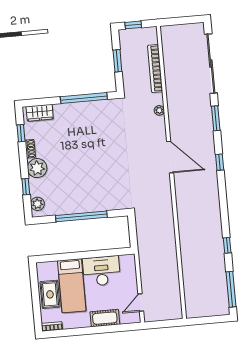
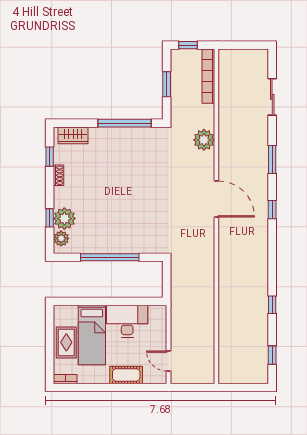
sliding door: (211, 64) -> (272, 97), width x0.54
bookcase: (155, 69) -> (208, 76), moved
plant: (159, 110) -> (204, 140), width x1.88, depth x1.88
plant: (37, 168) -> (64, 219), moved
window: (231, 289) -> (272, 355), width x0.46
door: (141, 303) -> (168, 361), hinge flipped

